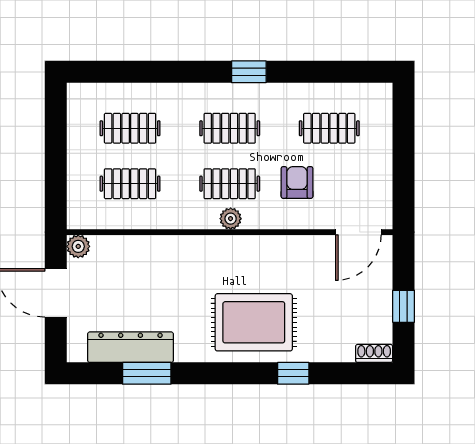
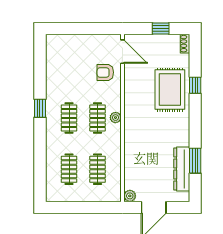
clothes rail: (329, 128) -> (69, 67), removed
armchair: (297, 182) -> (105, 72), moved
rug: (254, 322) -> (170, 90), moved

